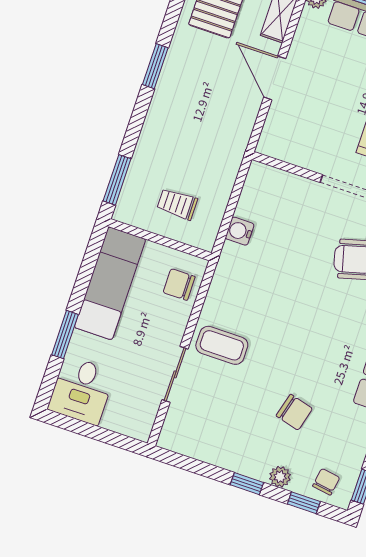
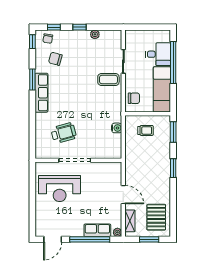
window: (155, 66) -> (173, 168), moved
window: (65, 335) -> (173, 63), width x2.11
desk: (81, 390) -> (158, 54), moved, turned 90
chair: (294, 412) -> (55, 59), moved
plant: (280, 477) -> (95, 34), moved

